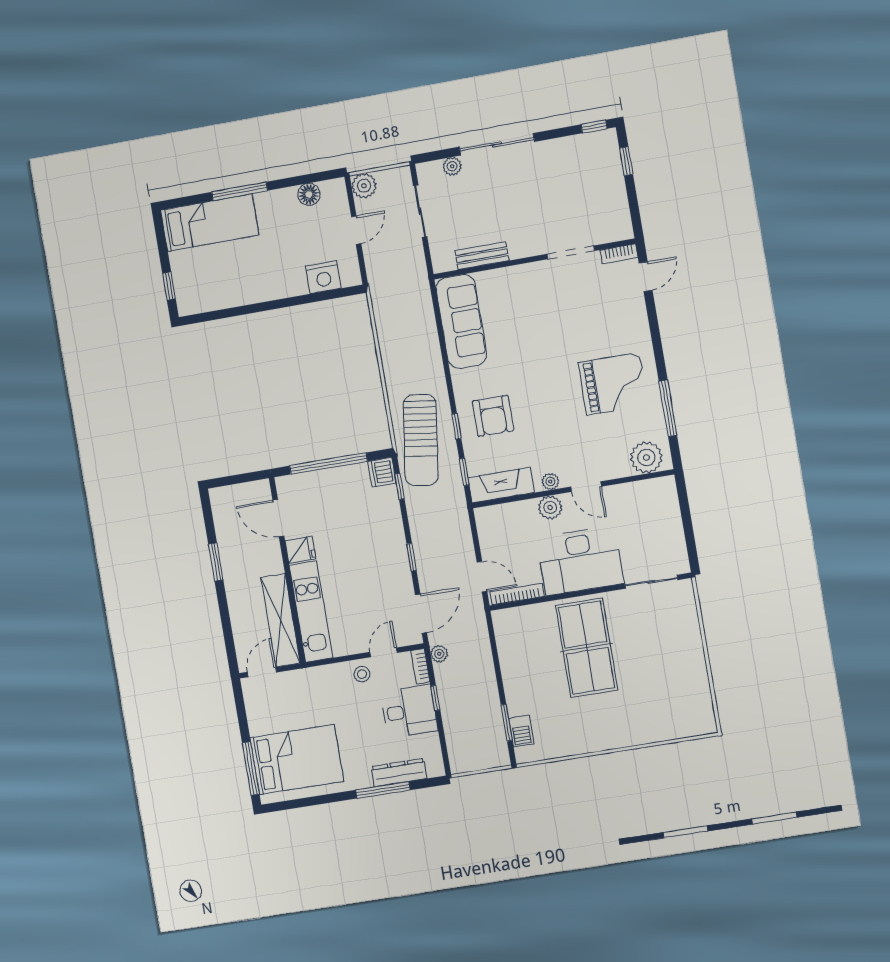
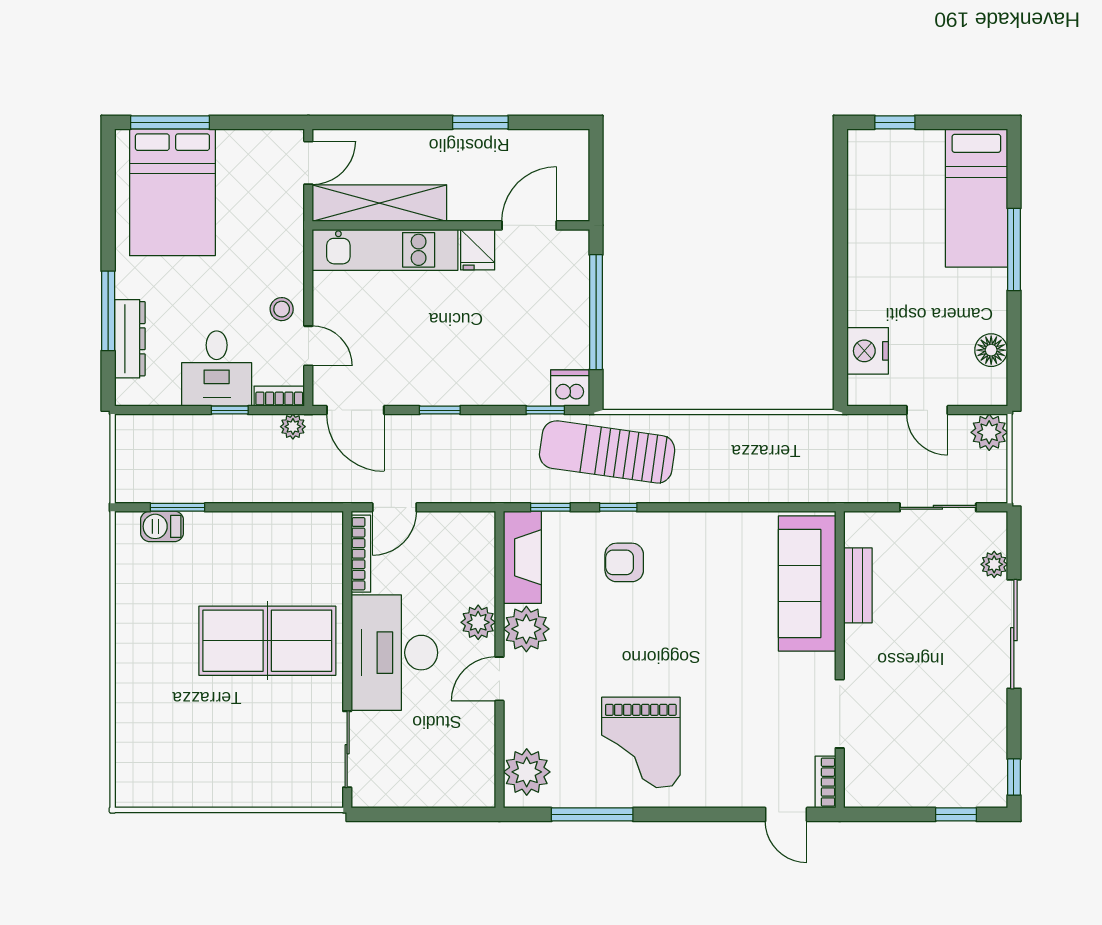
sofa: (461, 321) -> (807, 584), moved, turned 90
armchair: (493, 416) -> (624, 562), width x0.72, depth x0.72
plant: (550, 481) -> (526, 629), width x1.88, depth x1.88
door: (262, 672) -> (308, 163), hinge flipped

